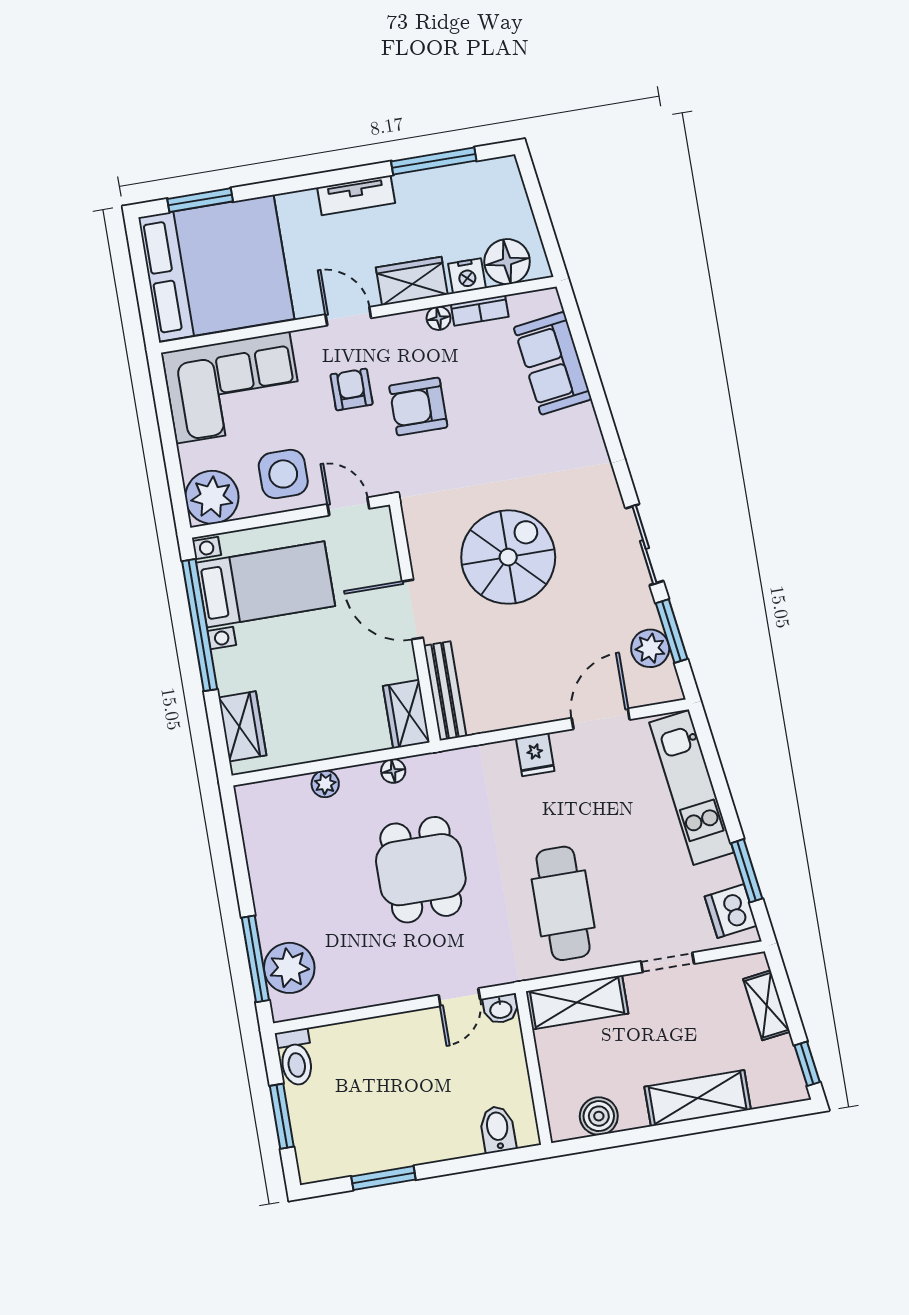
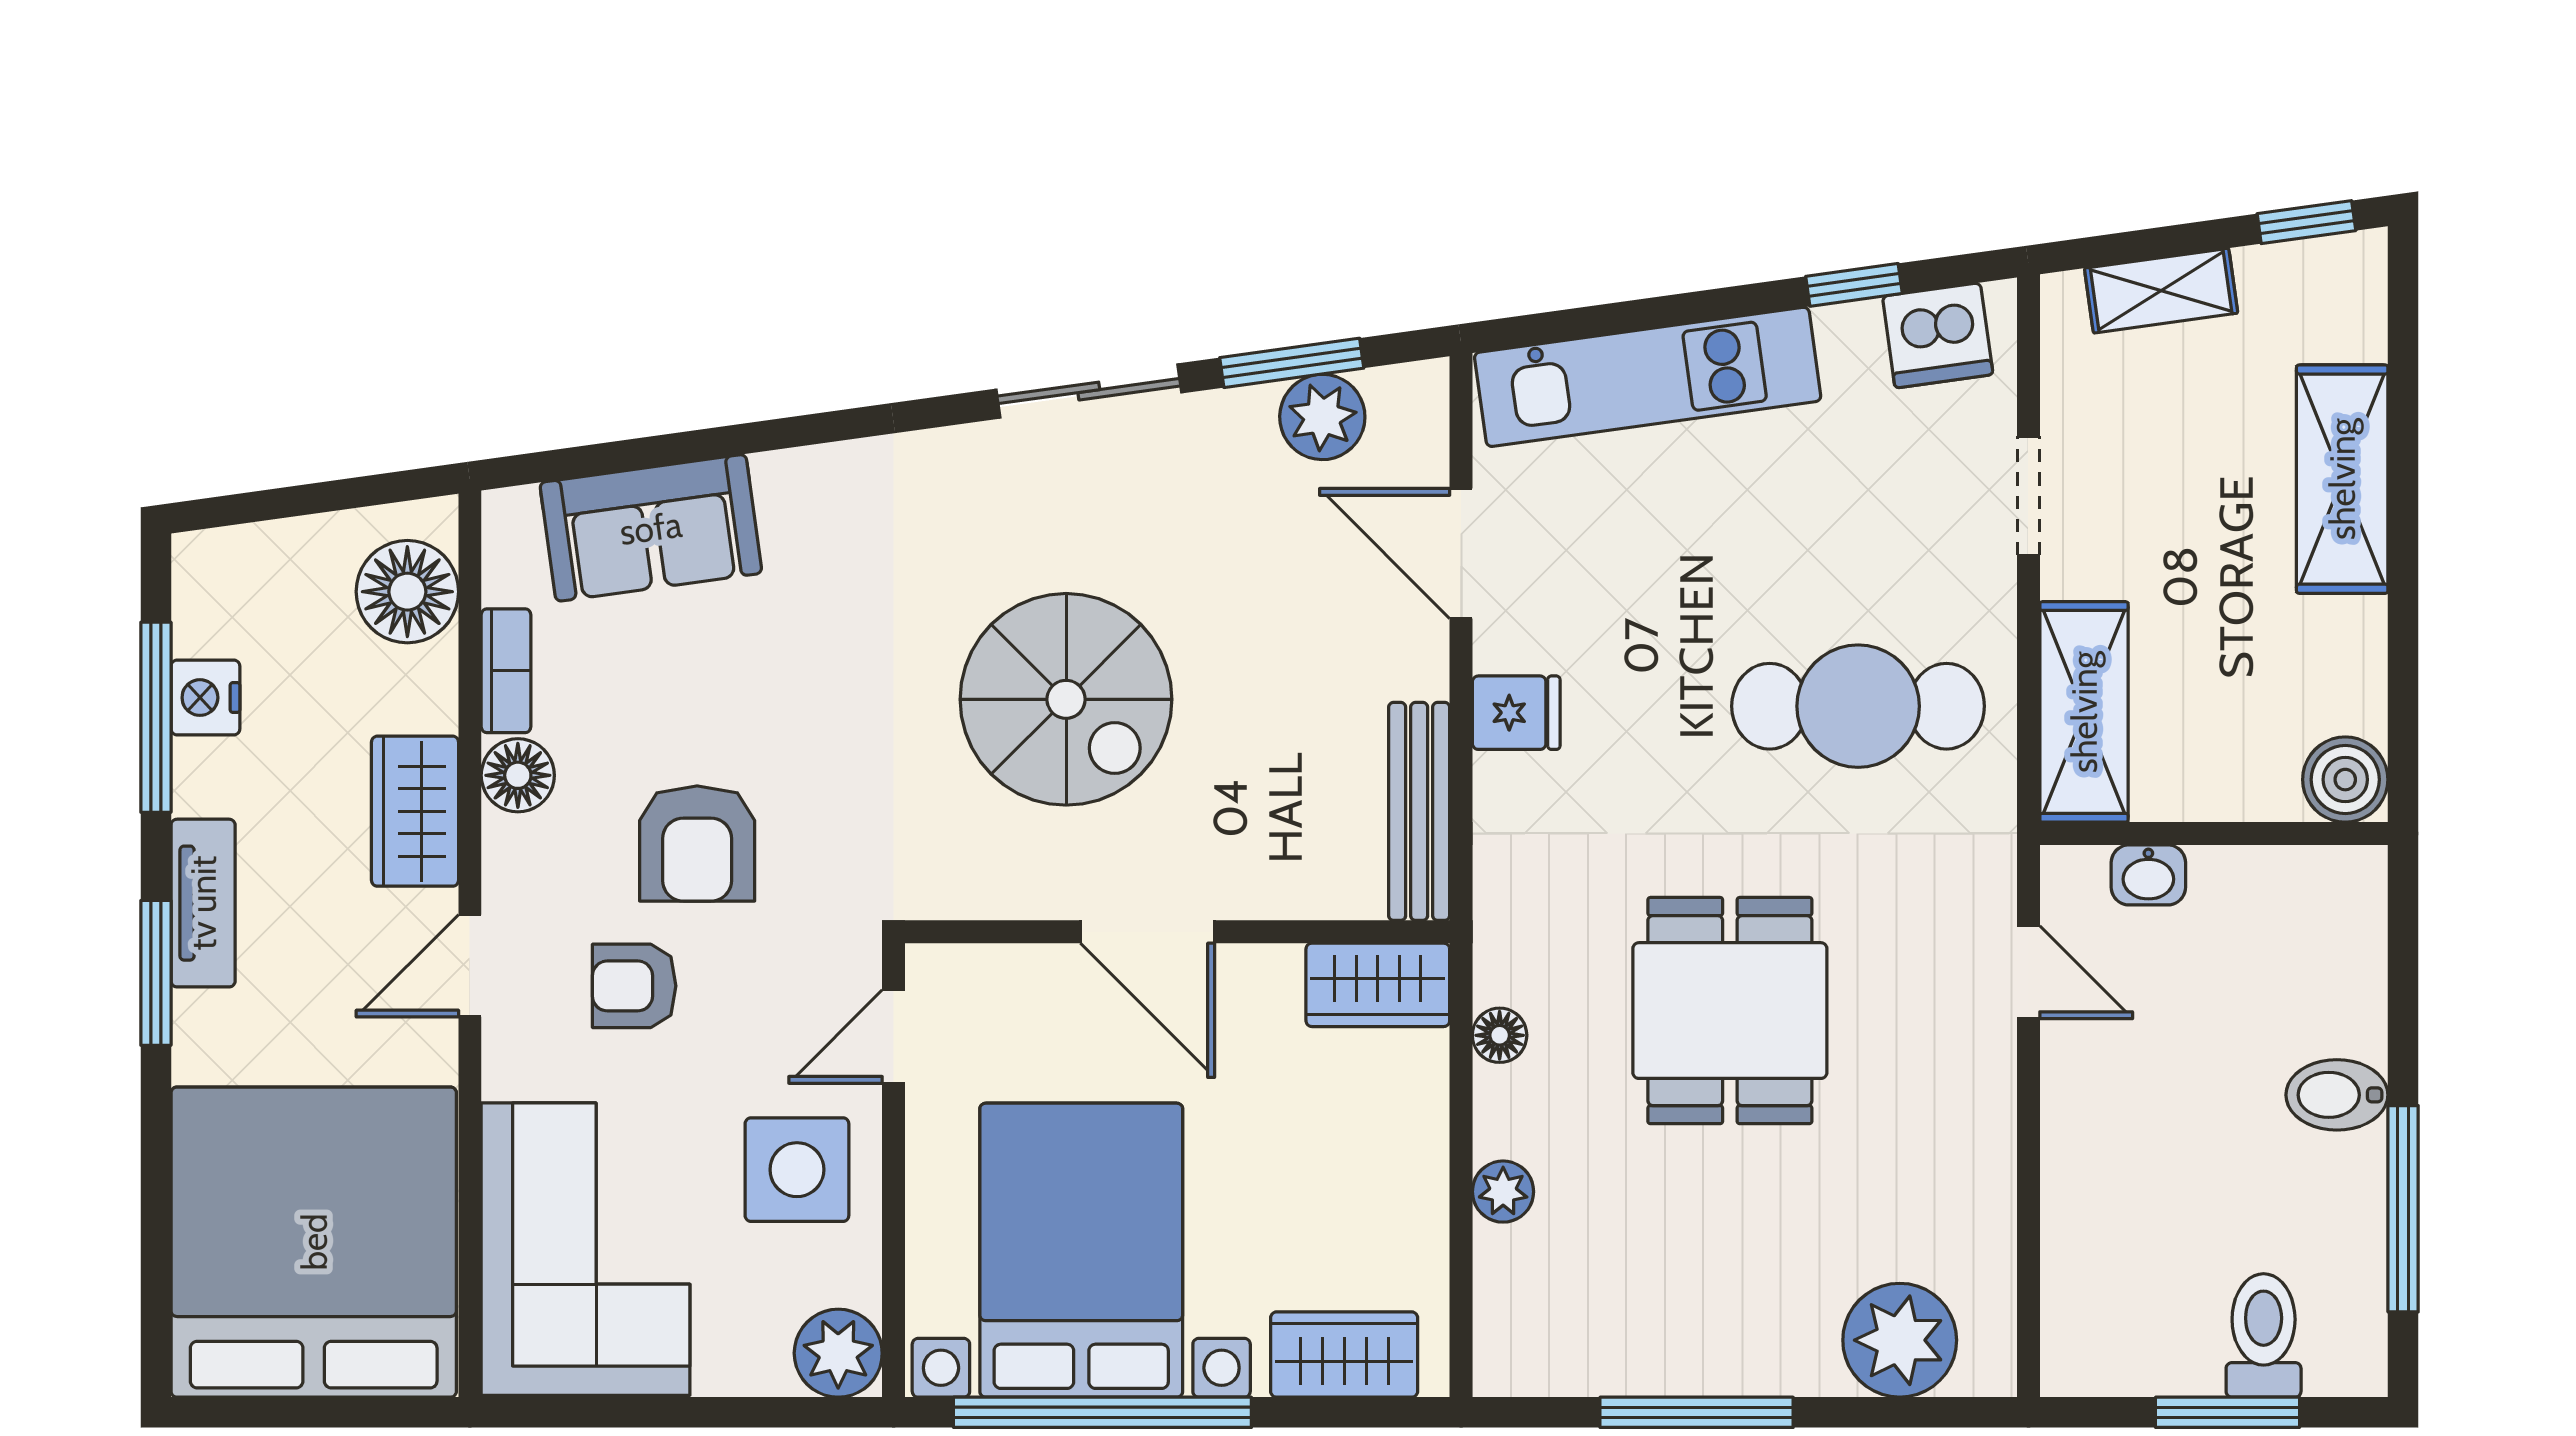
window: (200, 200) -> (156, 973), moved
nightstand: (467, 276) -> (205, 698), moved, turned 180
floor lamp: (439, 318) -> (518, 775), width x1.37, depth x1.37
plant: (212, 497) -> (838, 1353), width x0.73, depth x0.73
spiral stairs: (508, 557) -> (1066, 699), turned 180
bed with nightstands: (266, 584) -> (1081, 1250), width x1.36
door: (413, 610) -> (1147, 932), hinge flipped
bench: (445, 691) -> (1419, 811), moved, turned 90
dining table: (421, 870) -> (1730, 1011), turned 90
window: (747, 871) -> (1854, 285), width x0.67
window: (255, 959) -> (1697, 1412), moved
washbasin: (501, 1009) -> (2148, 875), moved, turned 90
toilet: (296, 1057) -> (2264, 1335), moved, turned -90
boiler: (599, 1116) -> (2345, 780), moved
bidet: (498, 1129) -> (2337, 1095), moved
window: (383, 1178) -> (2403, 1209), width x1.44

